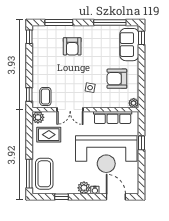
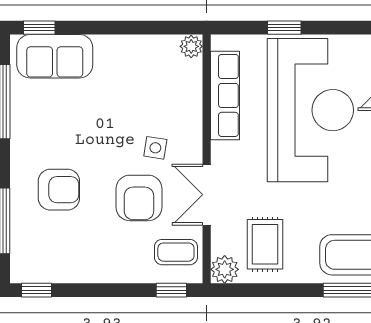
armchair: (117, 79) -> (139, 198), moved
double door: (70, 110) -> (207, 195), swing flipped

